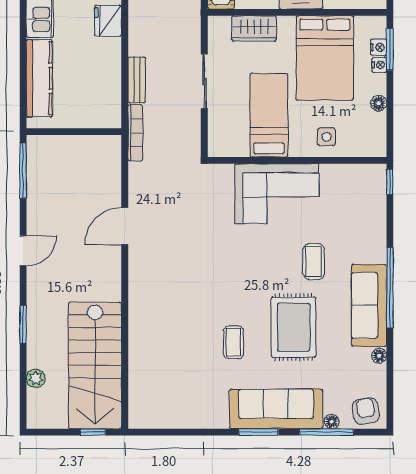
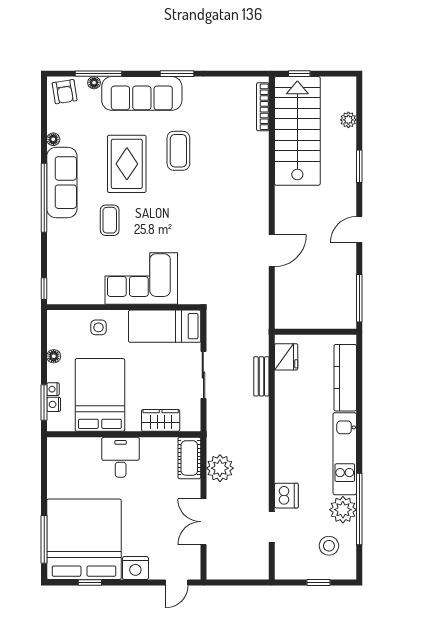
fridge: (108, 21) -> (286, 357), moved
bed: (269, 115) -> (165, 326), moved, turned 90
bookcase: (135, 133) -> (263, 107), moved
coffee table: (233, 342) -> (178, 151), width x1.36, depth x1.30
window: (259, 432) -> (177, 74), moved

